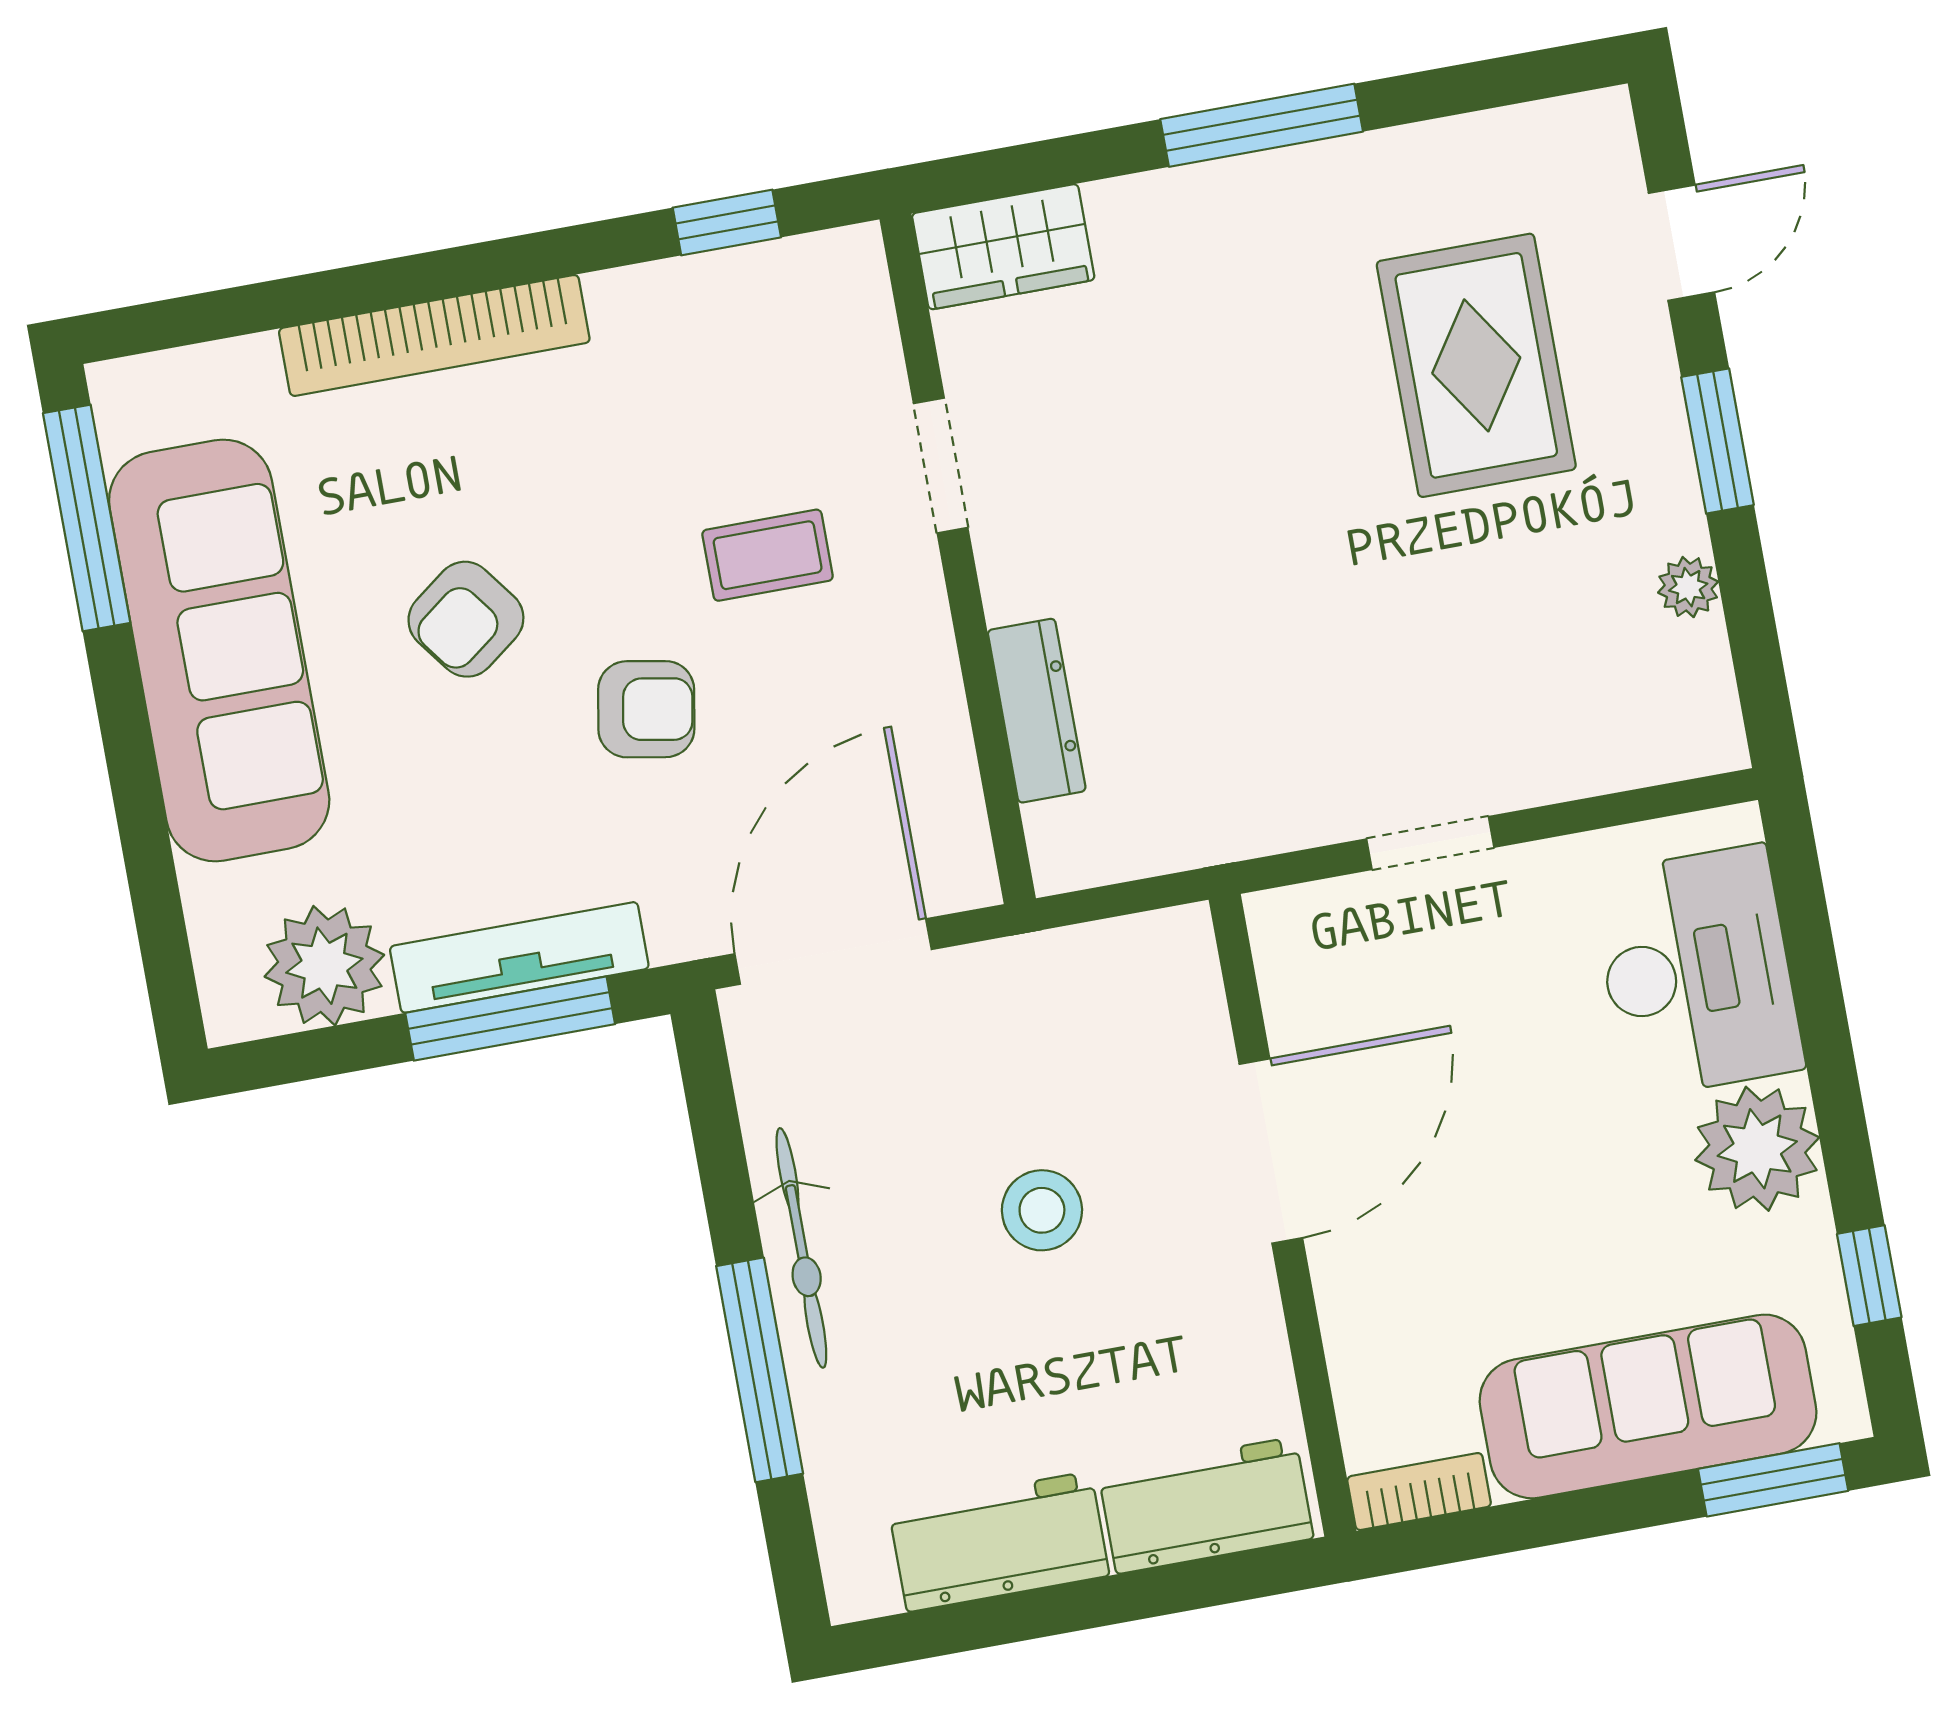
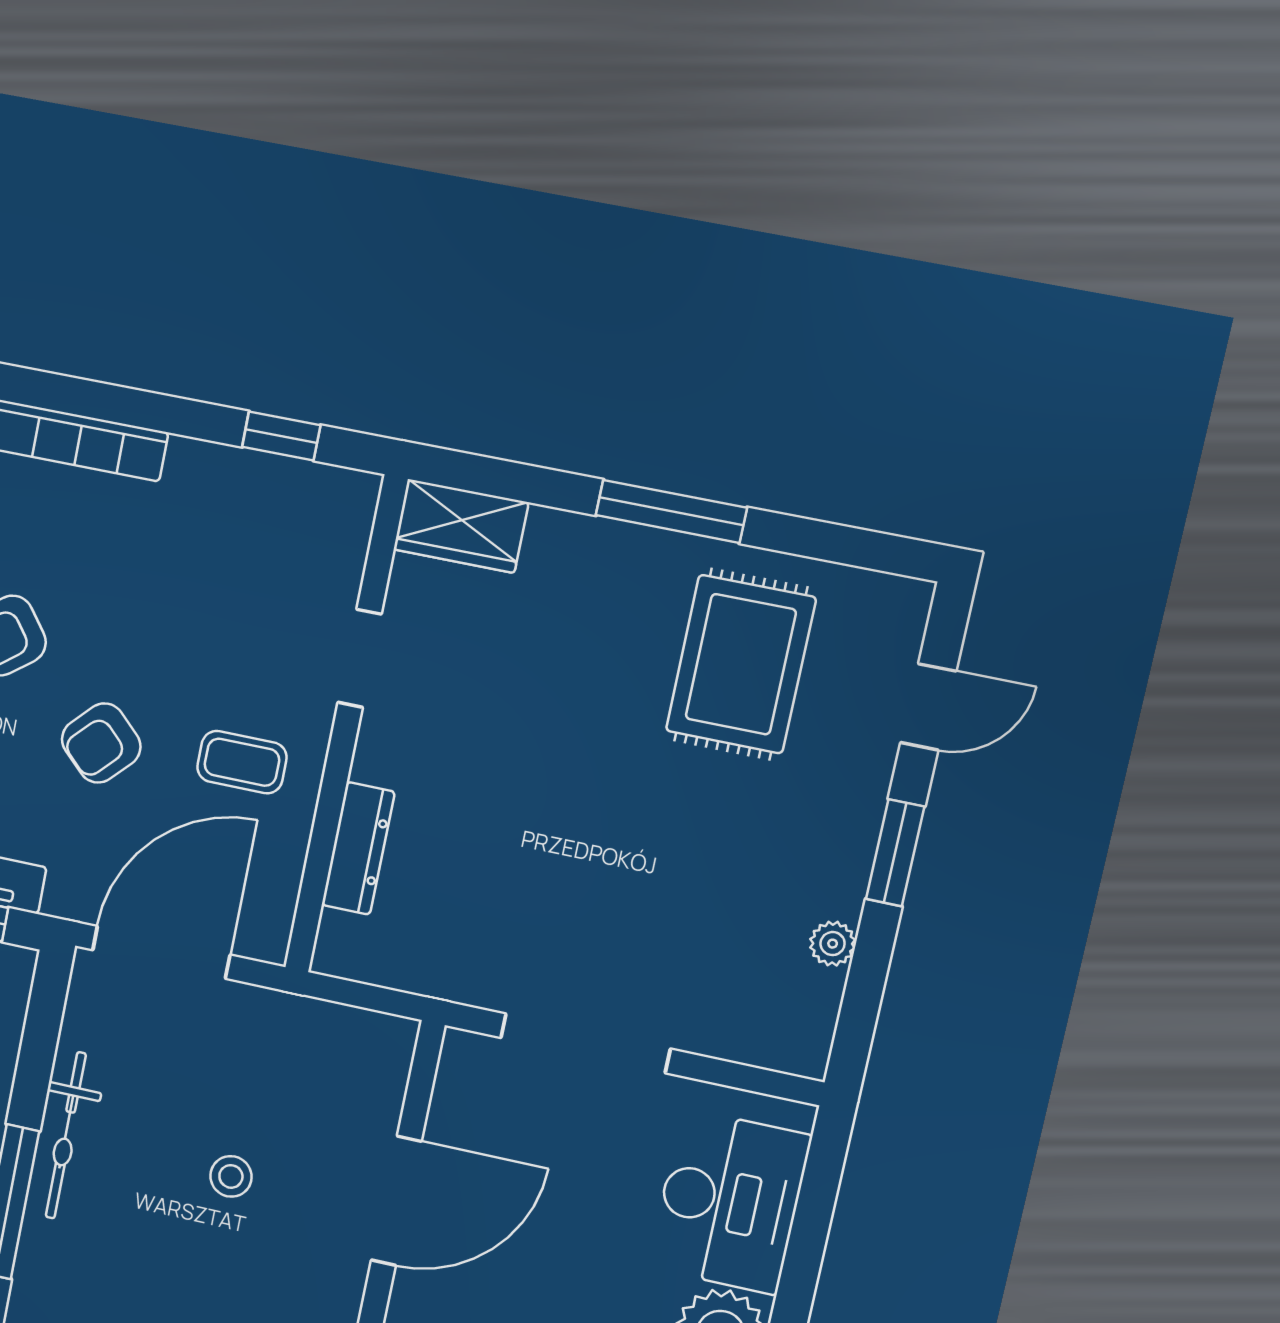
rug: (1476, 365) -> (741, 664), moved
coffee table: (768, 555) -> (242, 762), moved
armchair: (646, 709) -> (101, 743), turned 124
doorway: (1430, 843) -> (585, 1043), width x1.87
stool: (1042, 1210) -> (231, 1176), width x0.73, depth x0.73

